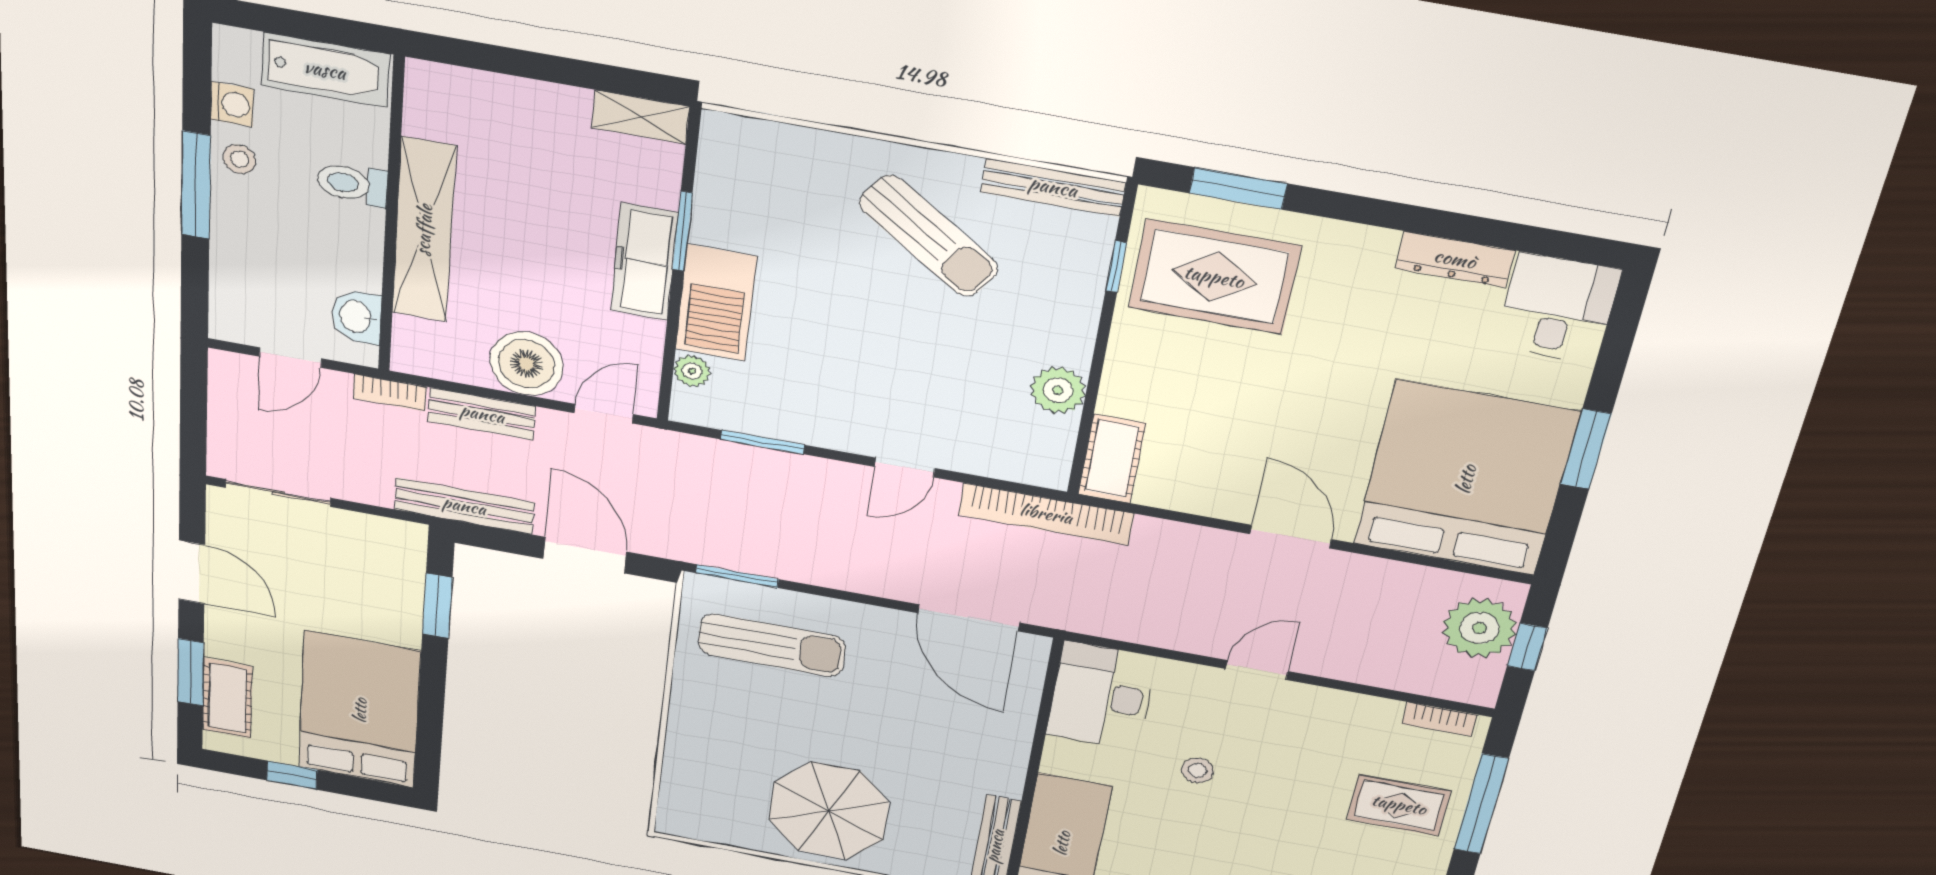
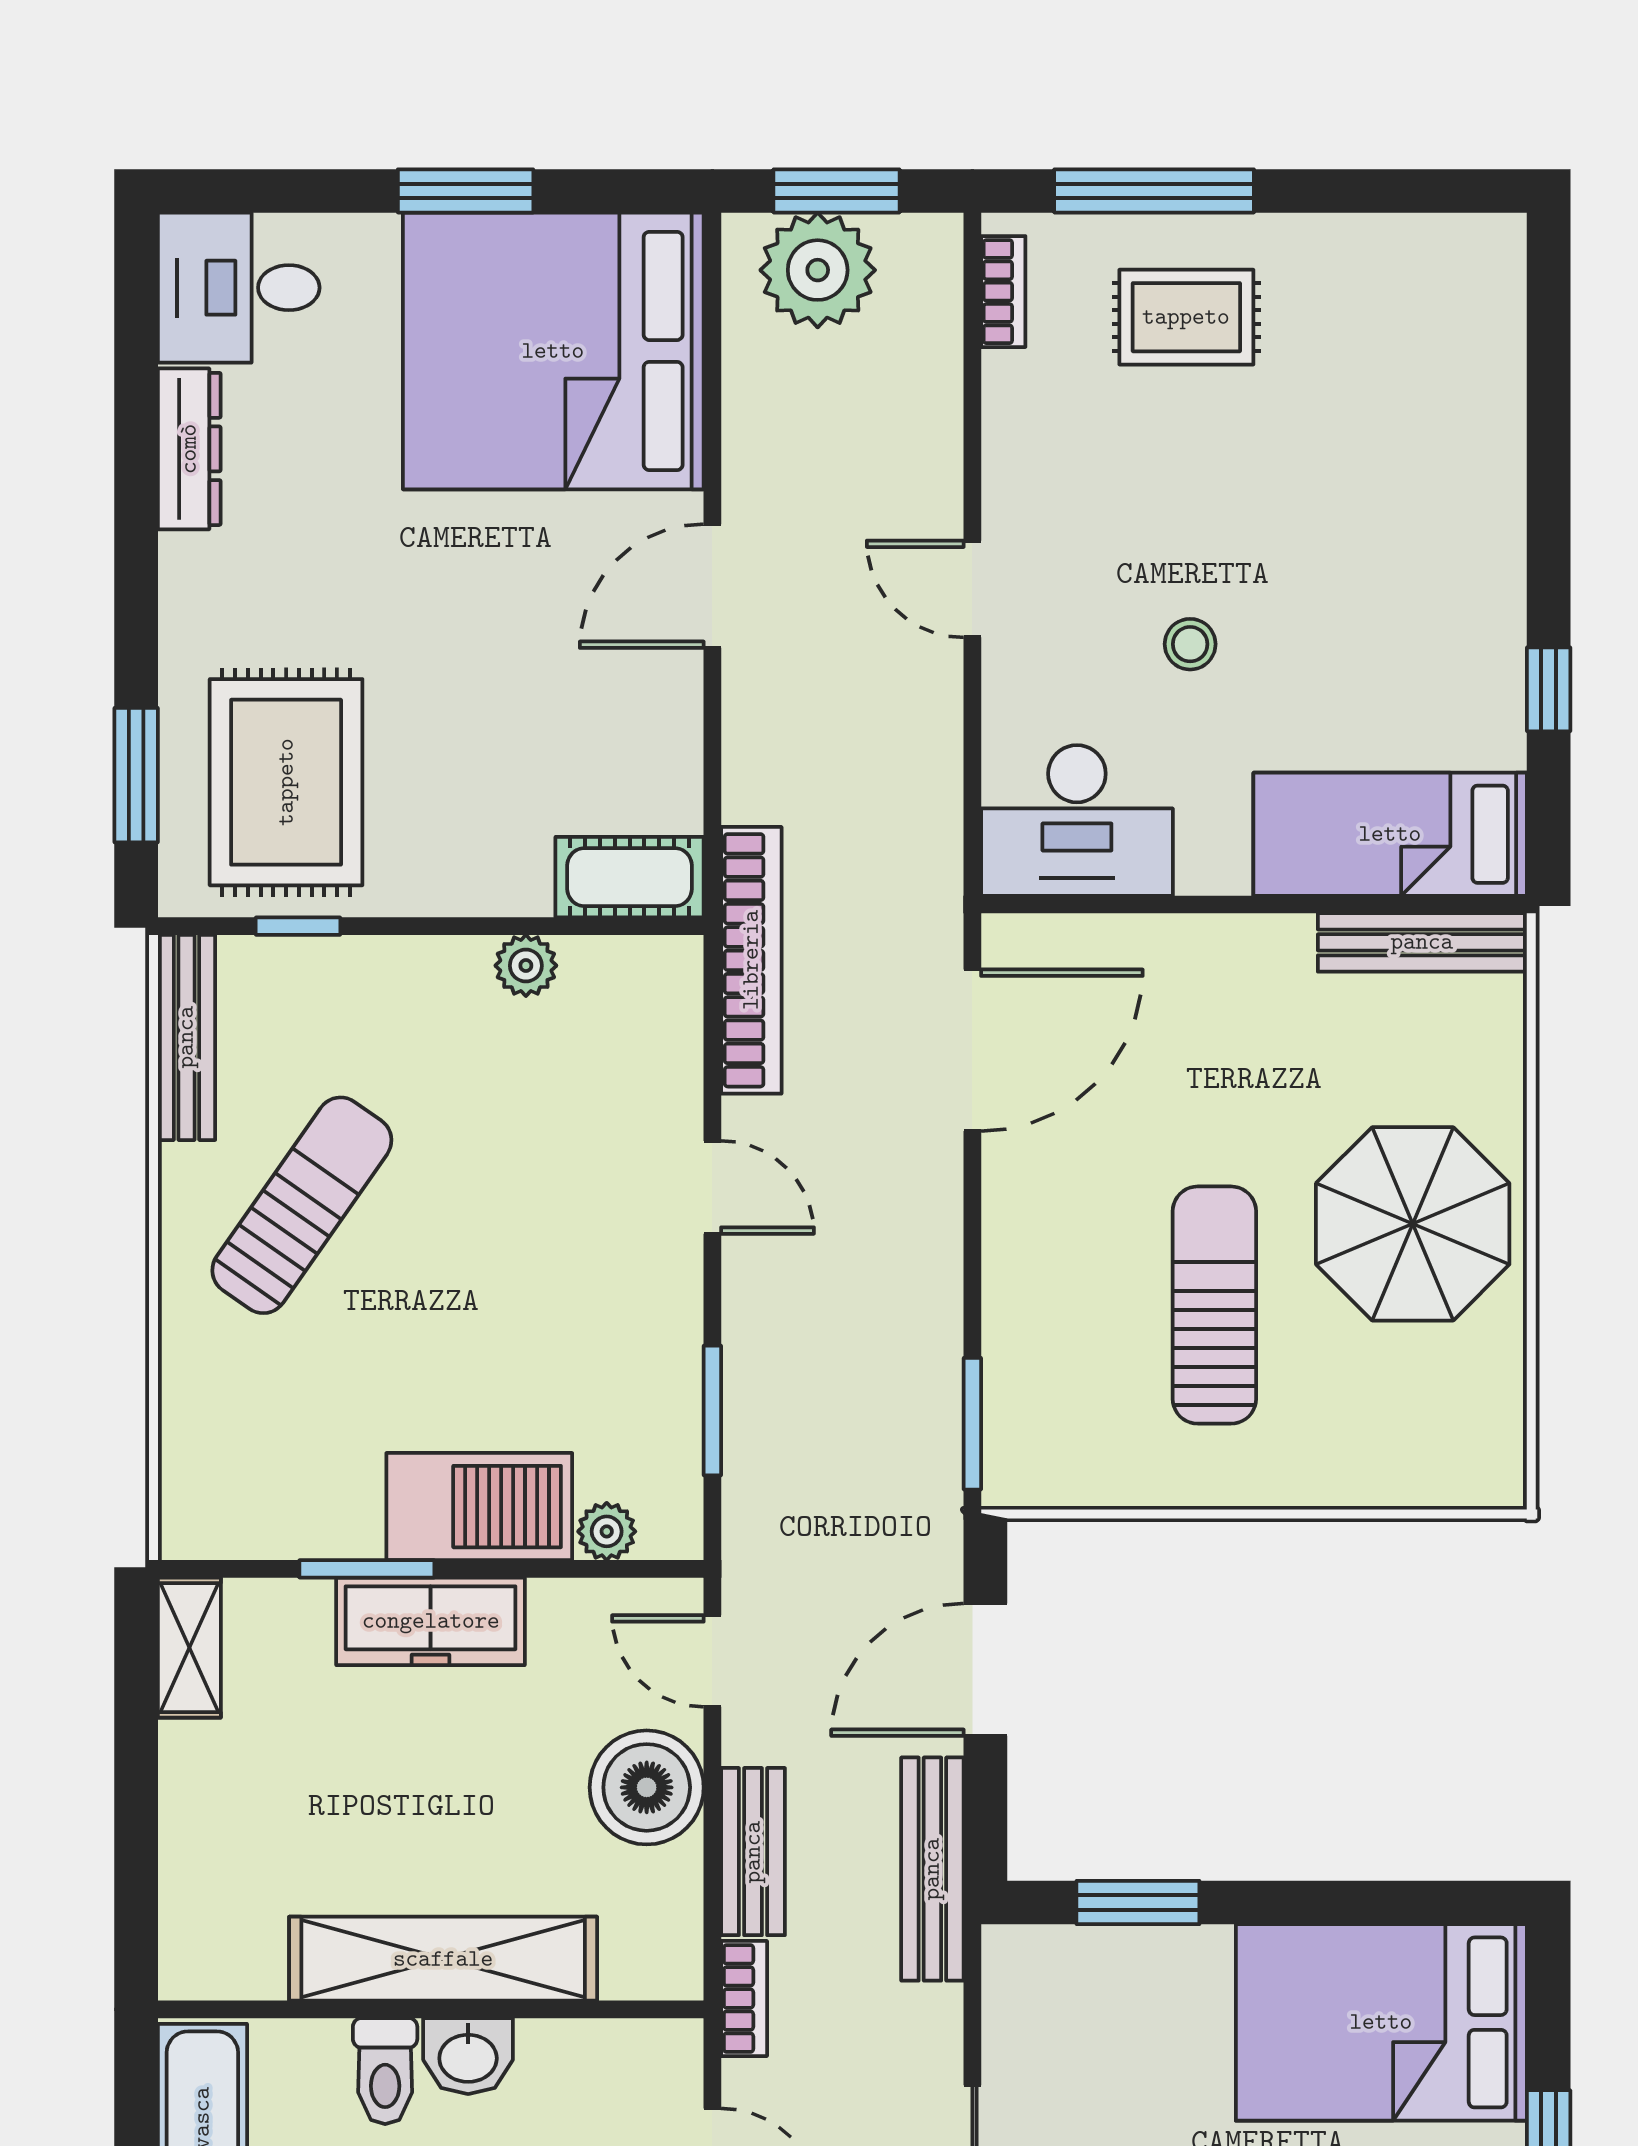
washbasin: (357, 317) -> (468, 2056), moved
plant: (1058, 390) -> (526, 966), width x0.73, depth x0.73
sun lounger: (772, 645) -> (1214, 1305), moved
window: (1527, 647) -> (836, 191), width x1.50
rug: (1399, 805) -> (1186, 317), turned 90

